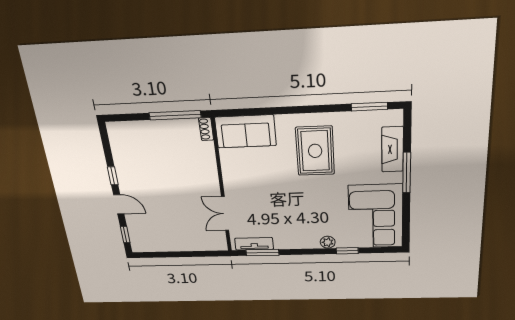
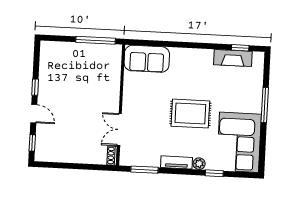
window: (369, 107) -> (240, 48), width x0.67
shoe rack: (206, 129) -> (112, 156), moved
fireplace: (393, 149) -> (233, 58), moved, turned -90
rug: (315, 151) -> (190, 114), moved, turned 90
tv unit: (254, 244) -> (176, 162), moved

